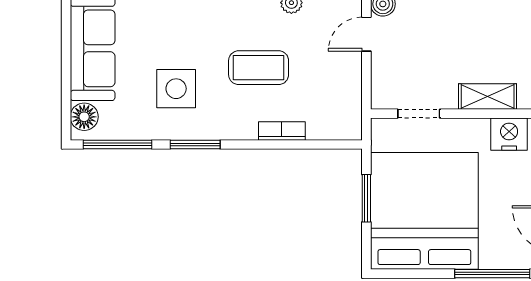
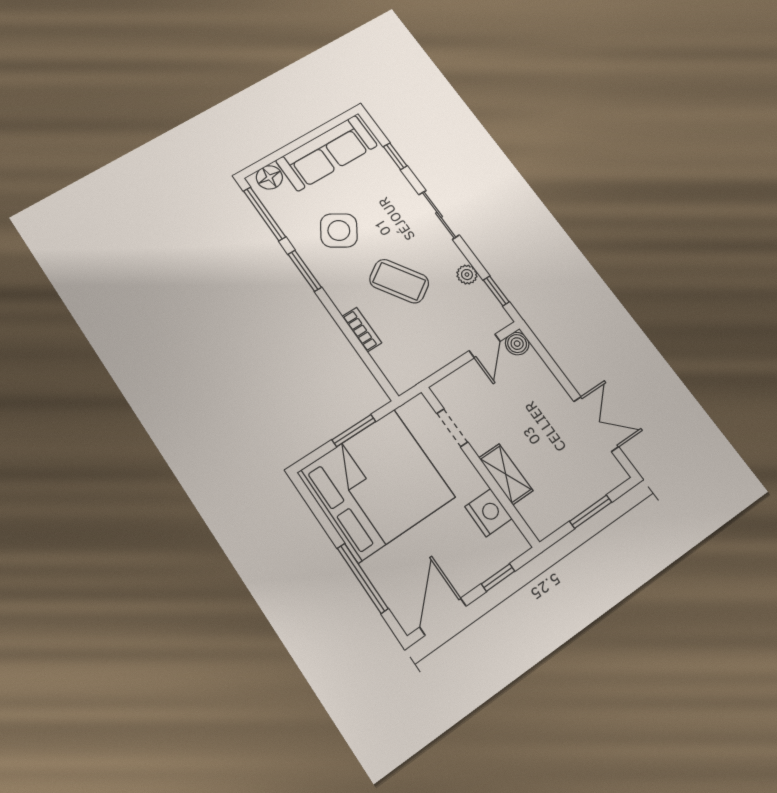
door: (366, 34) -> (485, 346), swing flipped
coffee table: (259, 68) -> (399, 281), turned -33
side table: (176, 89) -> (339, 230), turned 32

